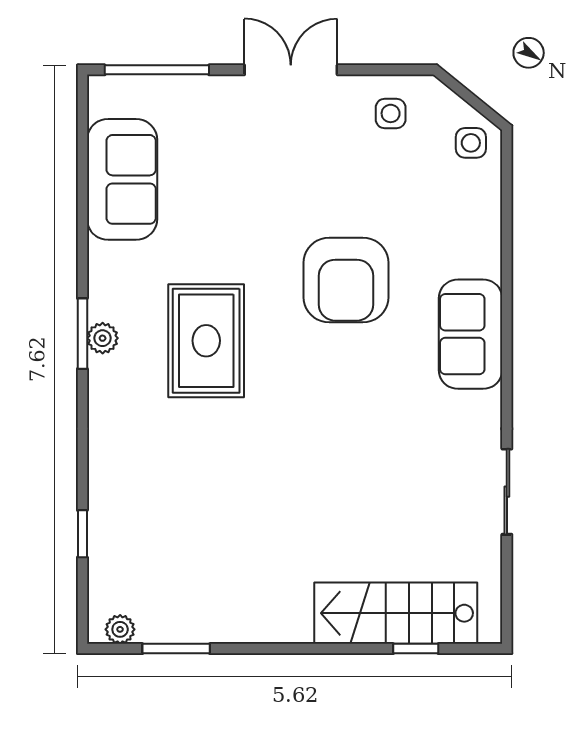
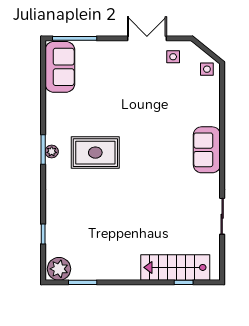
double door: (291, 70) -> (147, 38), moved
sofa: (122, 179) -> (60, 67), moved
armchair: (346, 280) -> (154, 127), removed
rug: (206, 341) -> (95, 153), turned 90
plant: (120, 629) -> (59, 269), width x1.88, depth x1.88

